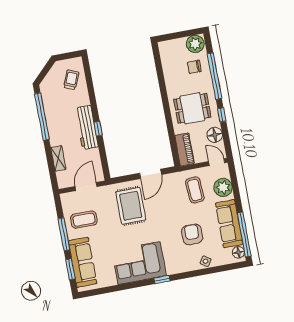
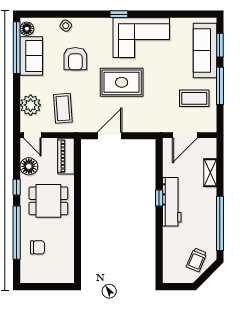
plant: (195, 44) -> (32, 273), removed
trolley: (71, 80) -> (197, 260), moved
rug: (131, 206) -> (122, 82), moved, turned 90
sofa: (229, 224) -> (31, 56), width x0.73

